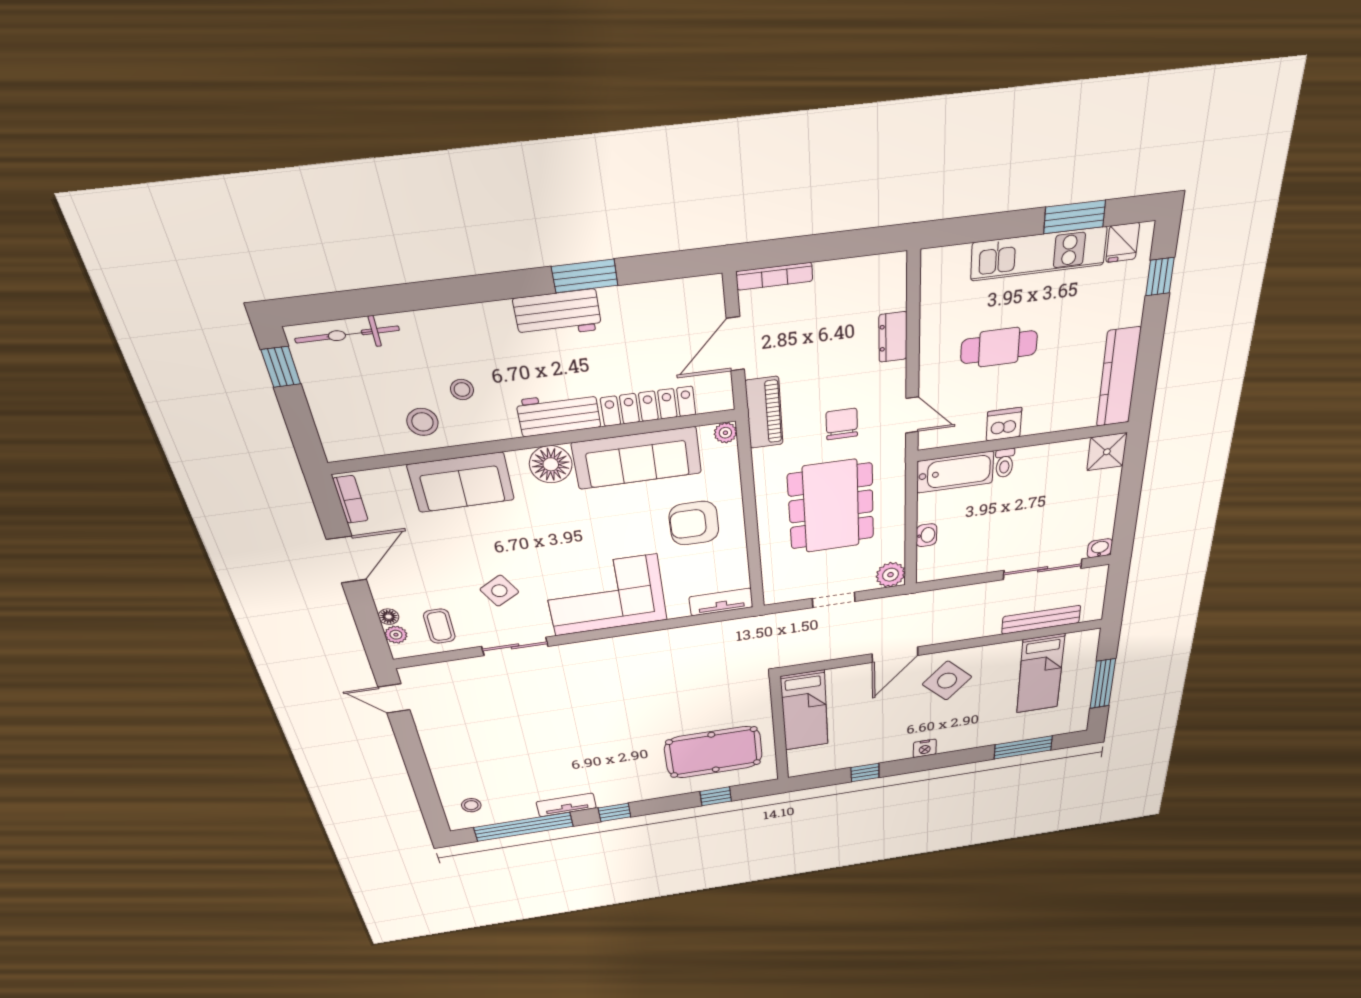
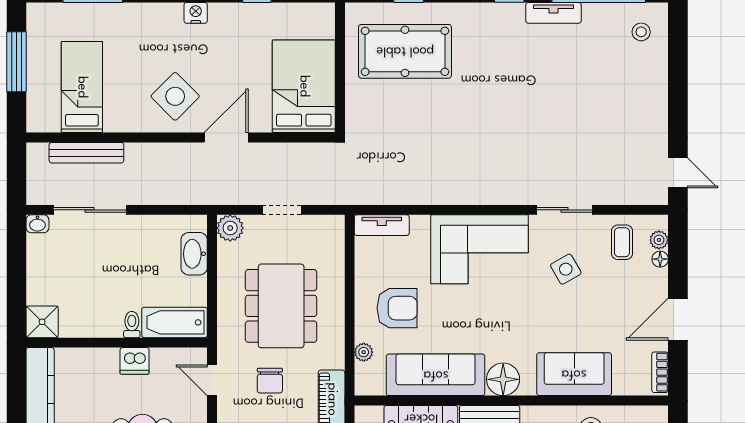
plant: (725, 433) -> (364, 352), moved
washbasin: (926, 535) -> (194, 254), width x1.91, depth x1.45
bed: (805, 711) -> (304, 86), width x1.50

